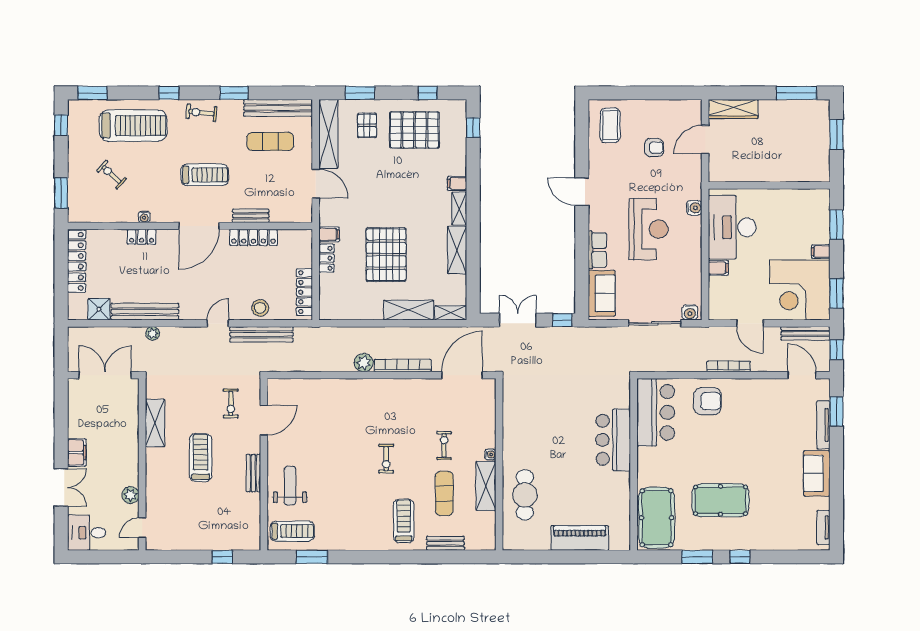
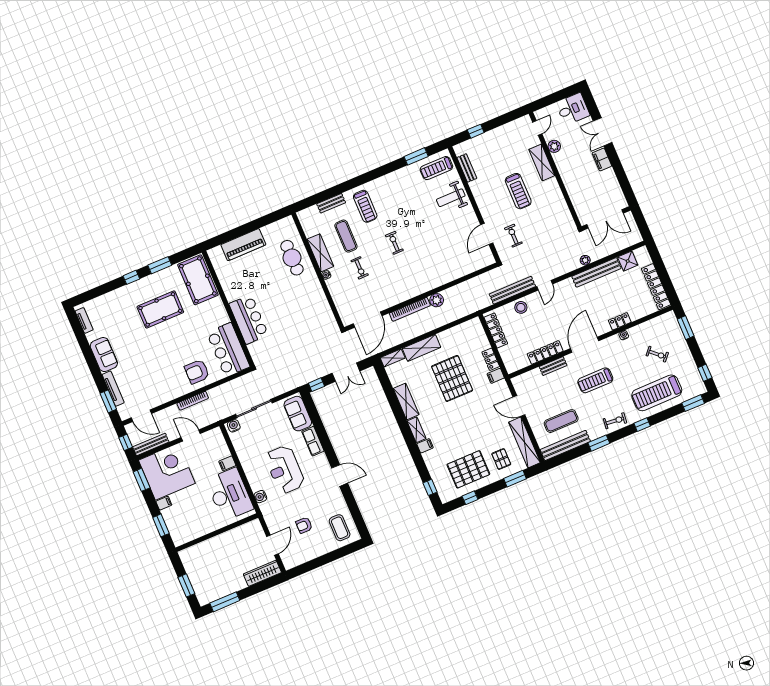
shelving: (155, 423) -> (542, 162), moved
bench: (253, 473) -> (467, 168), moved
weight bench: (290, 486) -> (451, 198), turned 90

